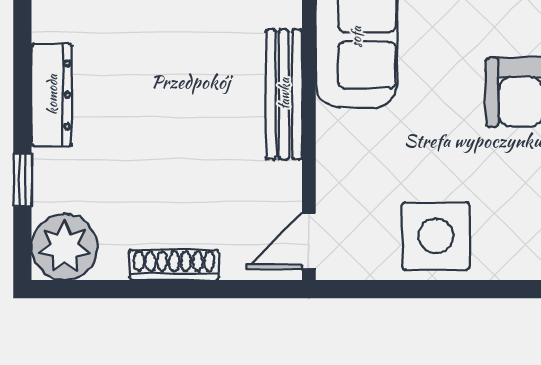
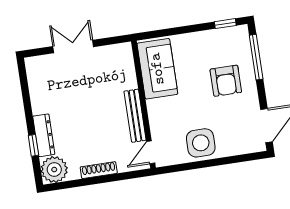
bench: (284, 94) -> (135, 116), moved
dresser: (52, 95) -> (44, 135), moved

